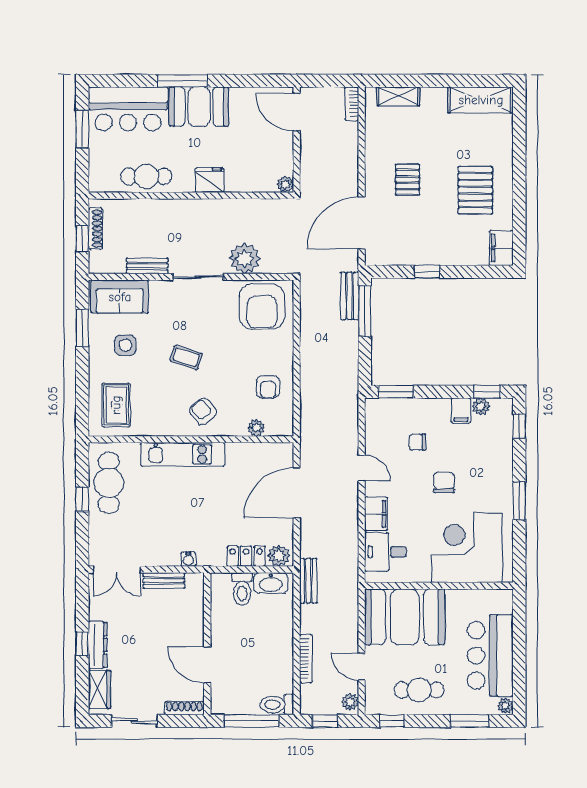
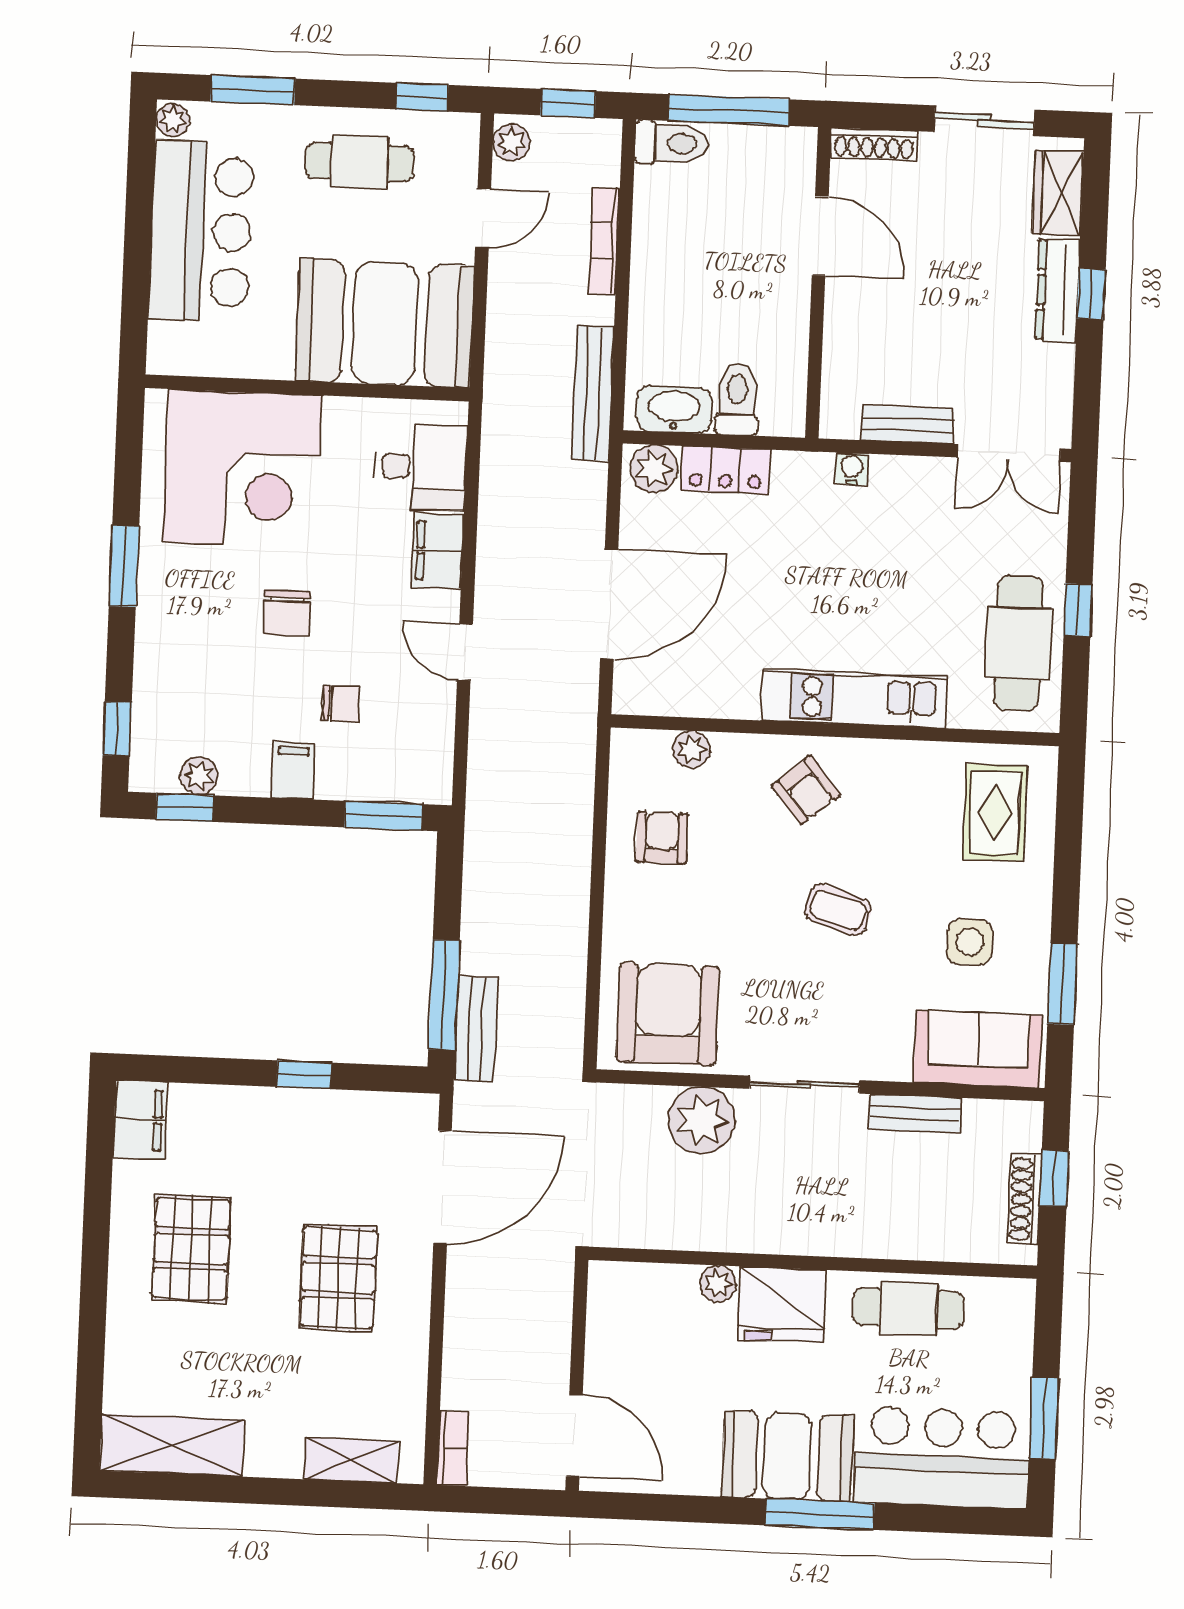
fridge: (209, 180) -> (782, 1305), width x1.36, depth x1.34
pallet: (408, 180) -> (338, 1278), width x1.50, depth x1.42
plant: (285, 184) -> (718, 1284), moved
filing cabinet: (461, 411) -> (293, 771), moved
double door: (117, 569) -> (1009, 453), swing flipped
bench: (308, 581) -> (593, 393), width x1.36
door: (362, 667) -> (483, 218), hinge flipped

